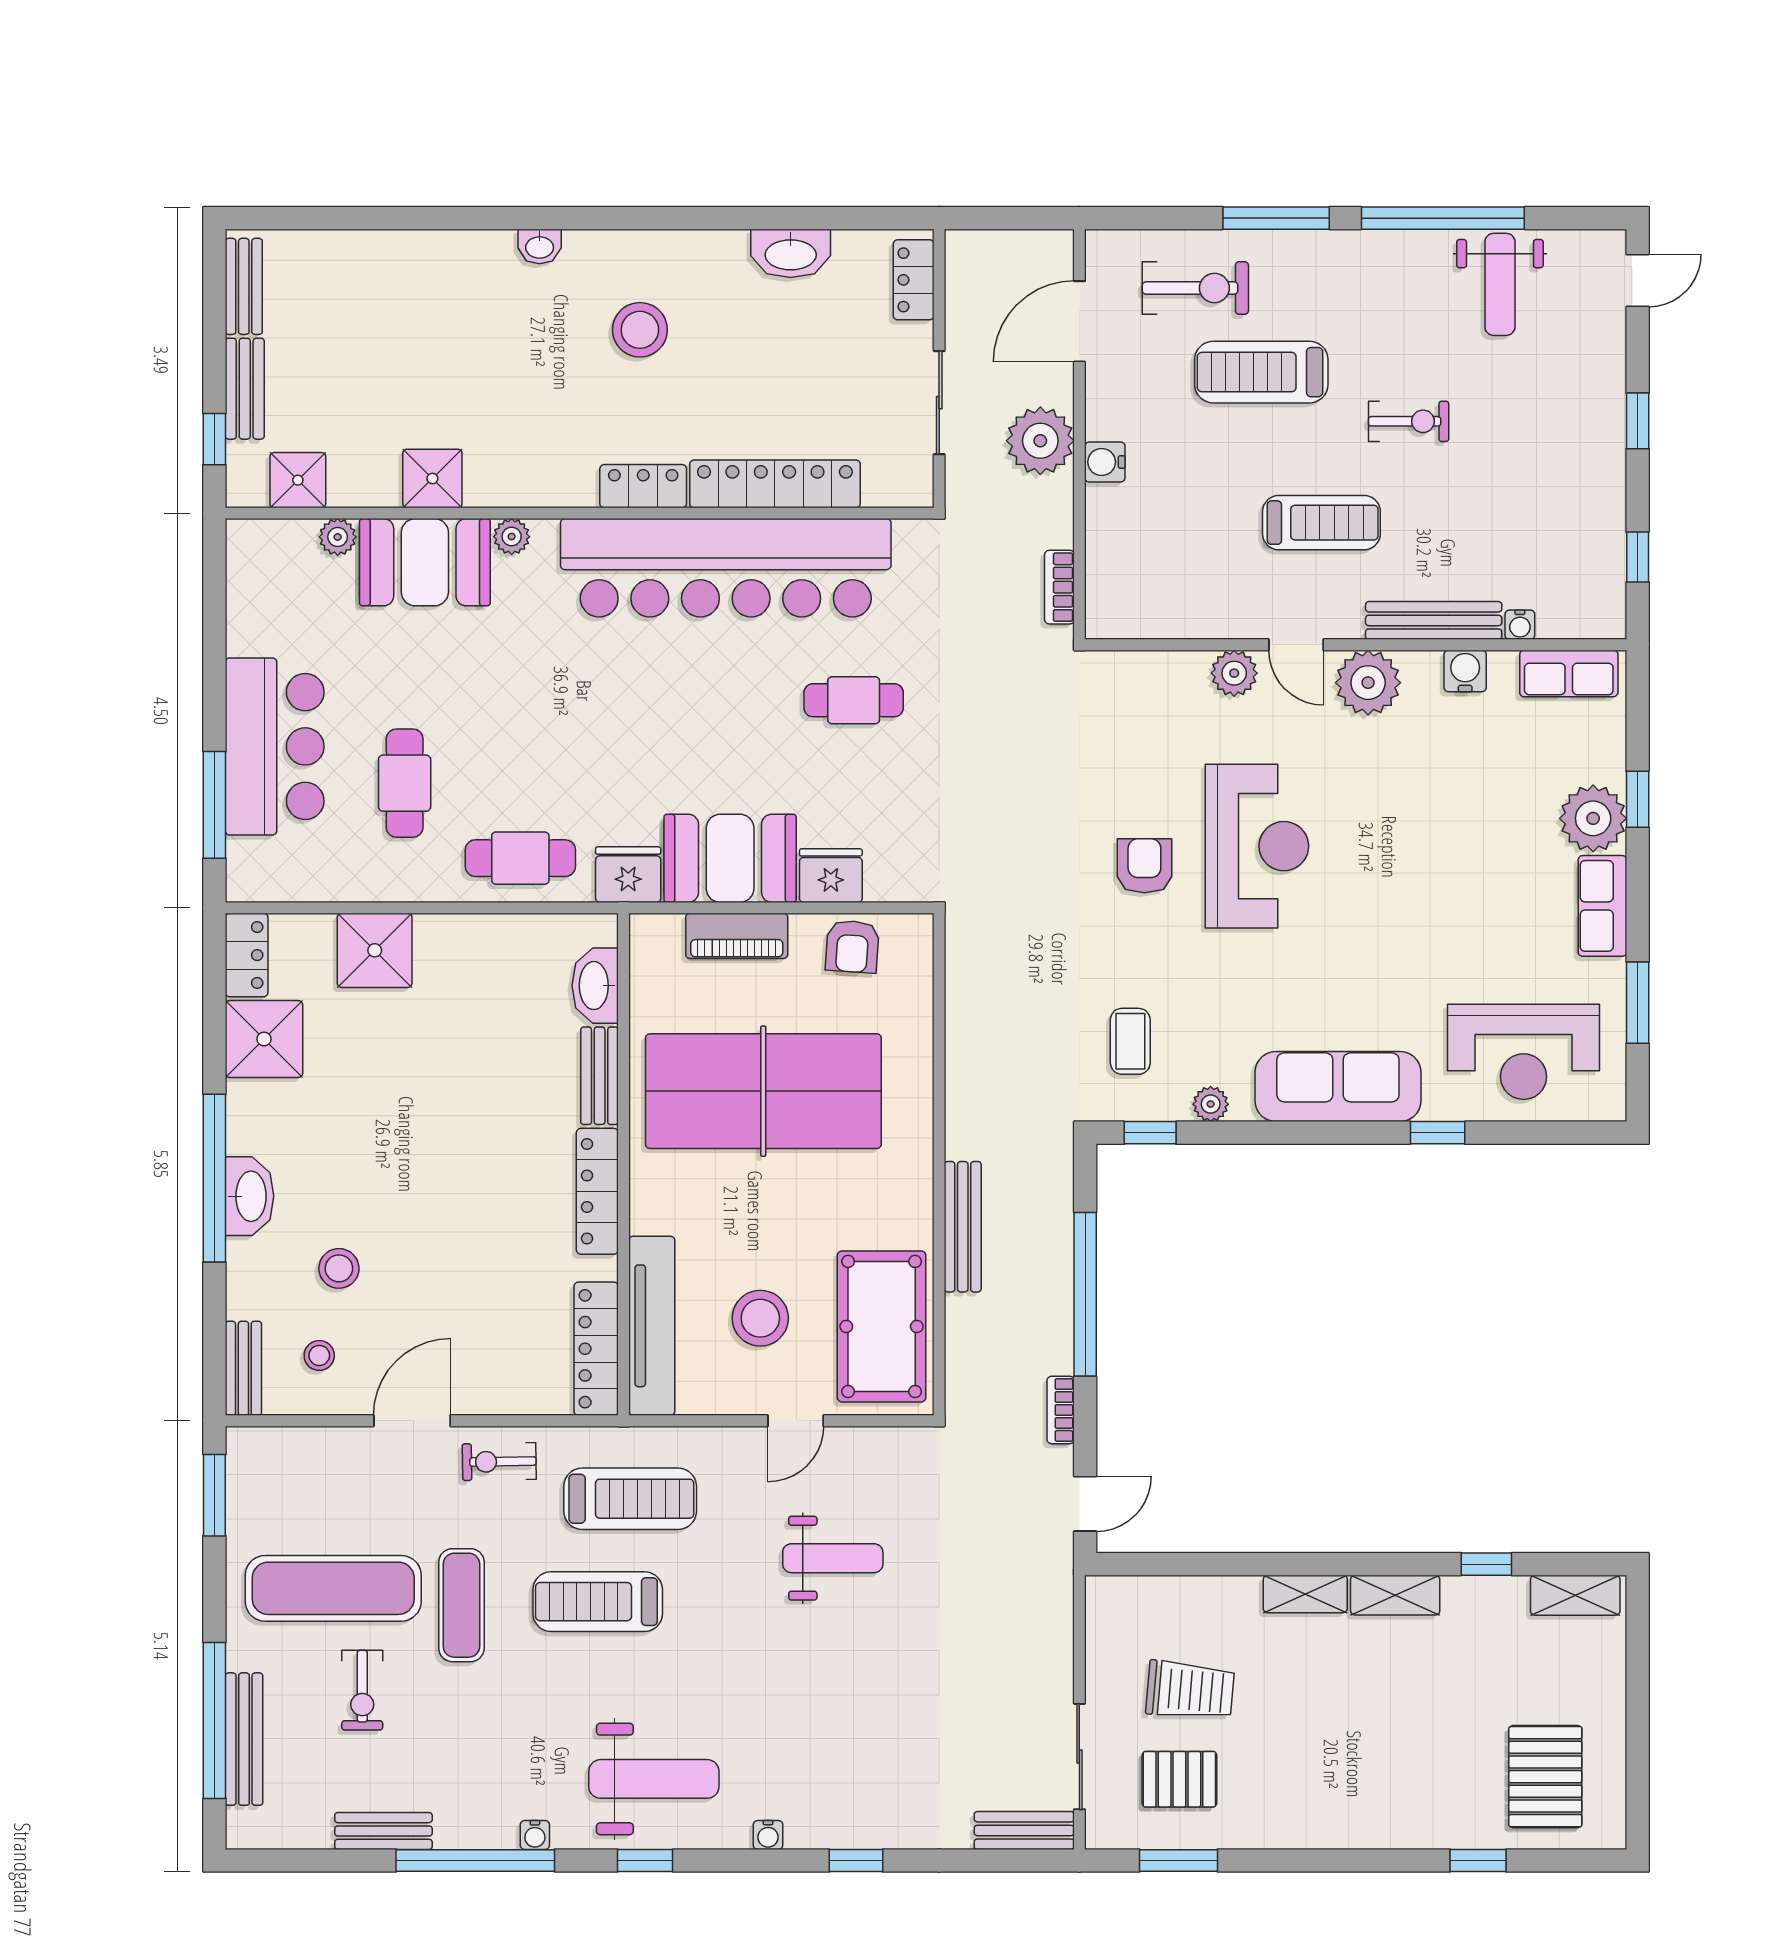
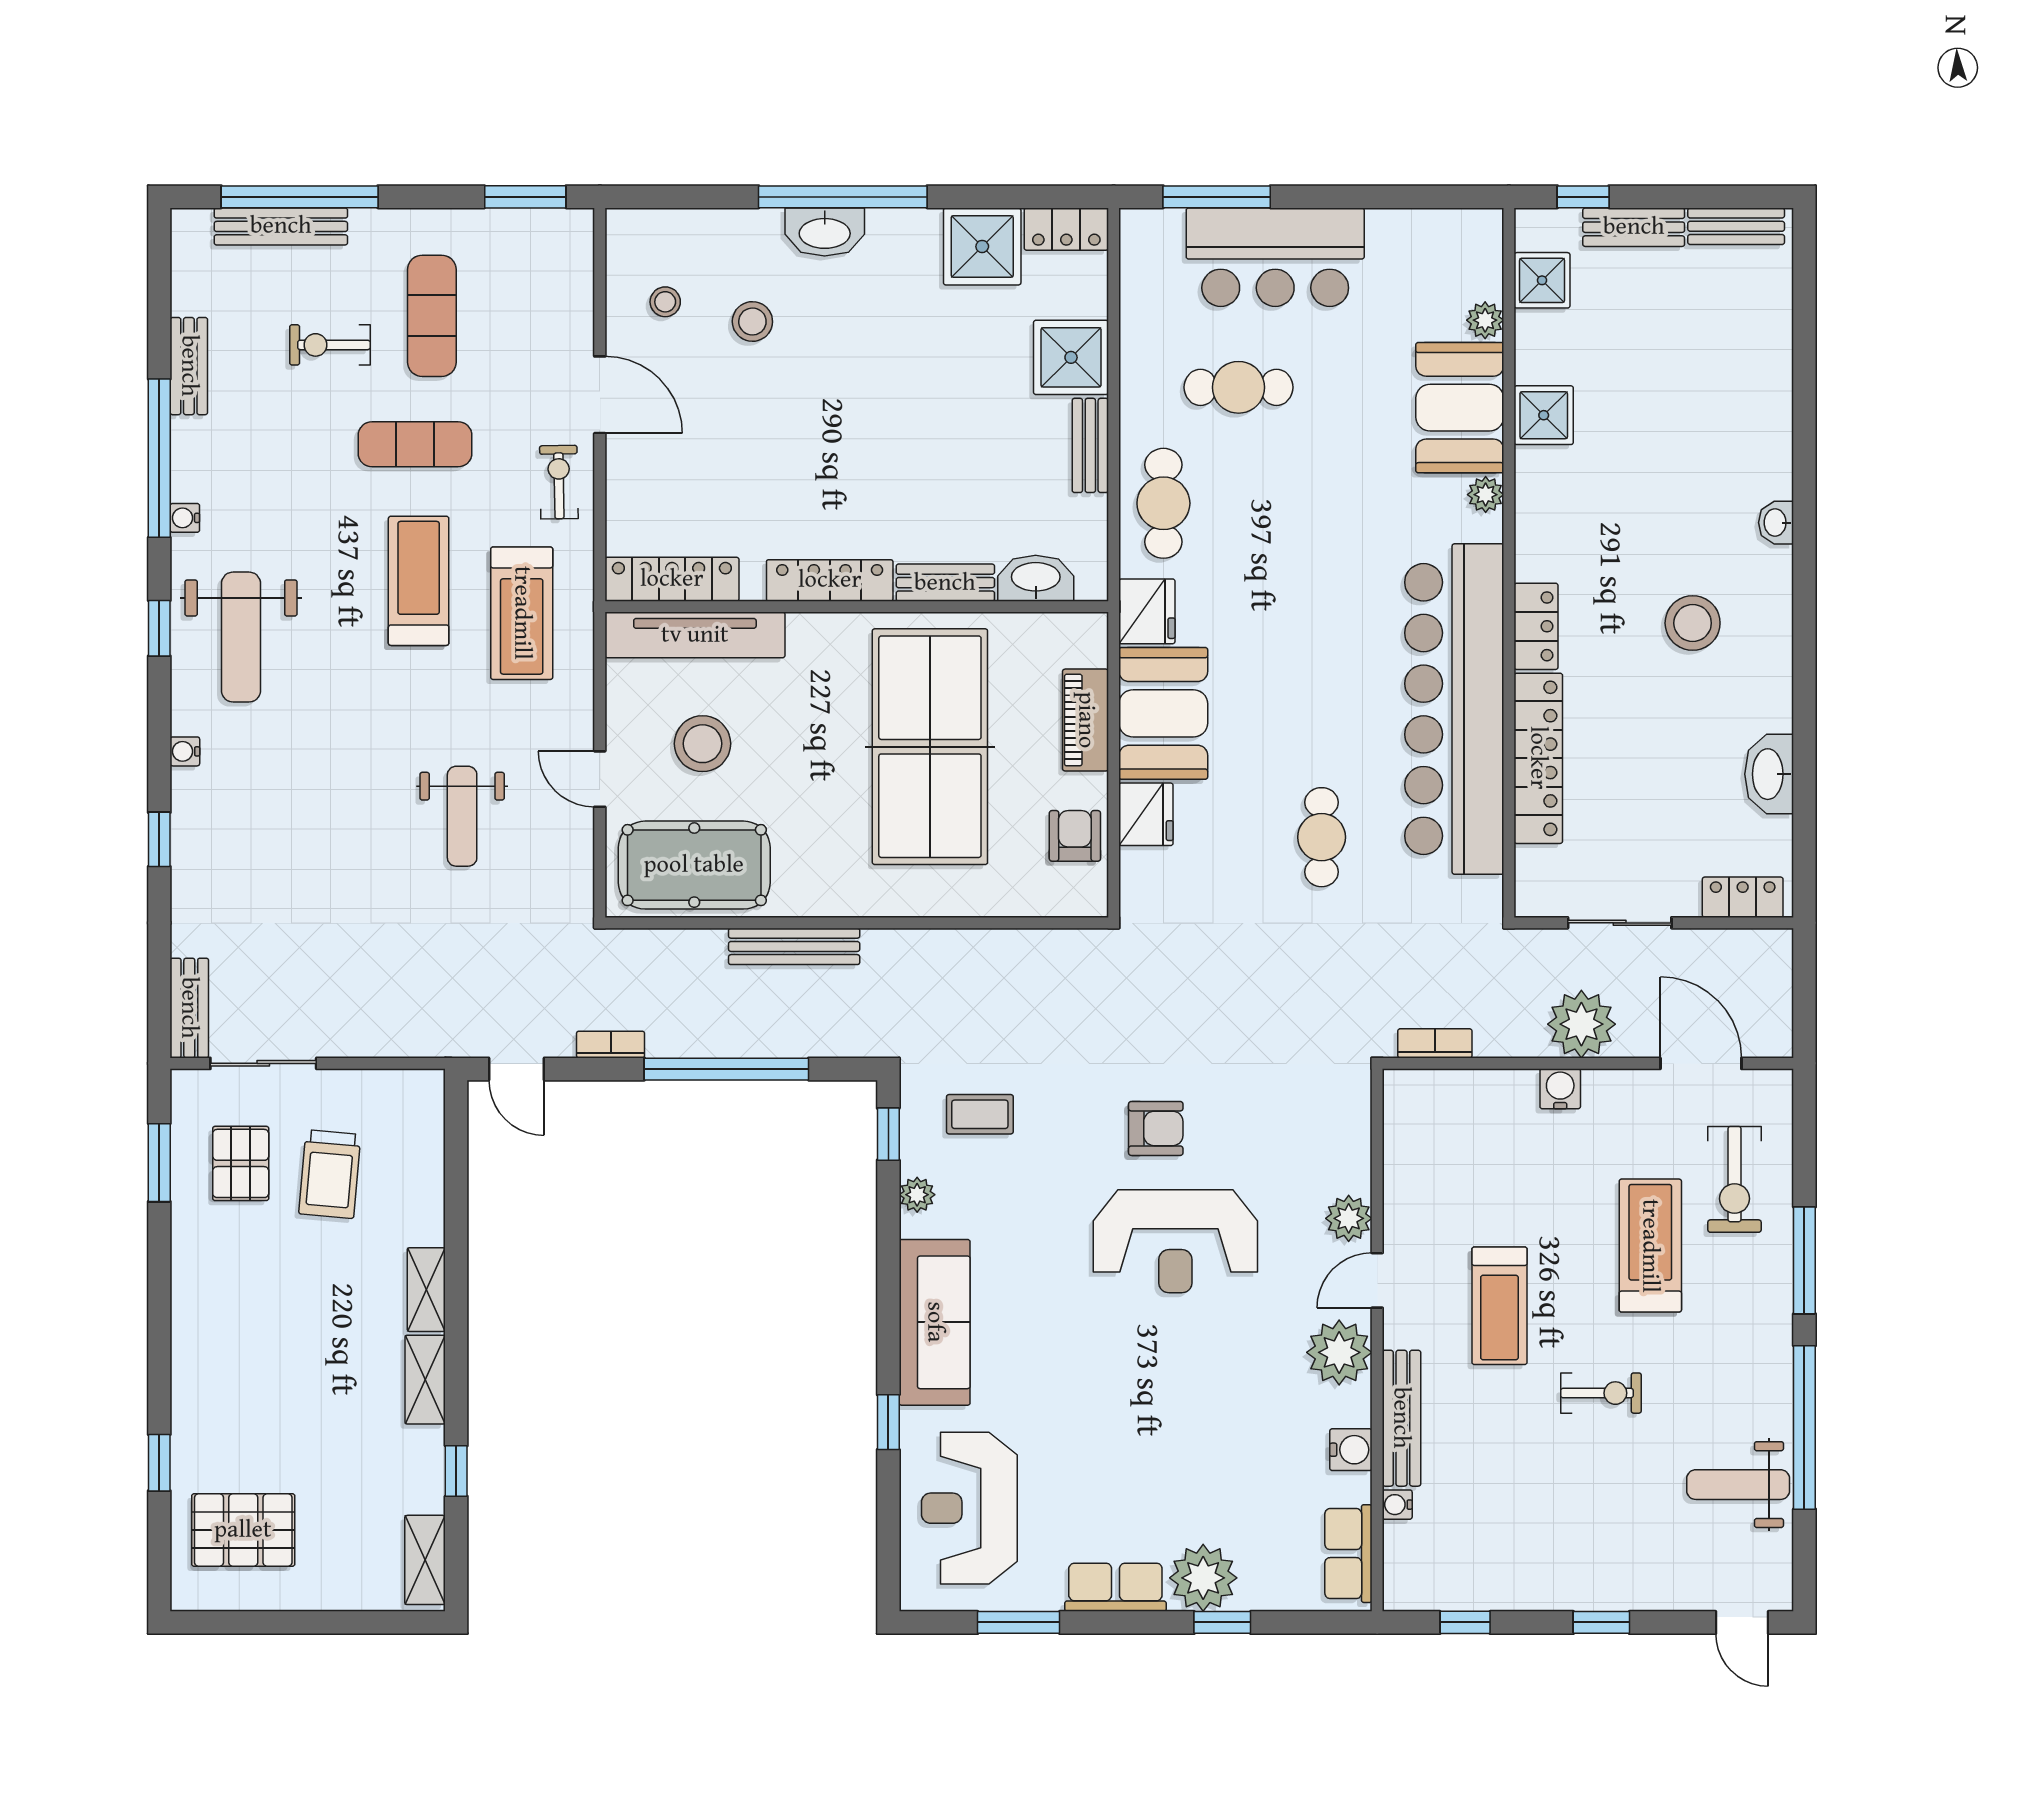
exercise bike: (1409, 421) -> (1601, 1393), turned -90
armchair: (852, 946) -> (1075, 836), turned 86
bench: (243, 1368) -> (1090, 445), moved, turned 90
exercise mat: (333, 1588) -> (432, 316), width x0.73, depth x0.69

